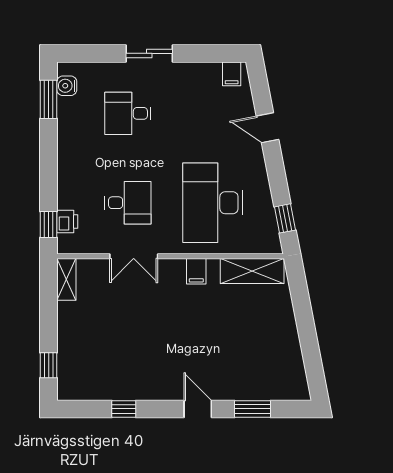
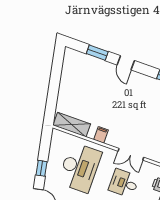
window: (285, 218) -> (41, 168), moved
double door: (134, 256) -> (131, 154), swing flipped

